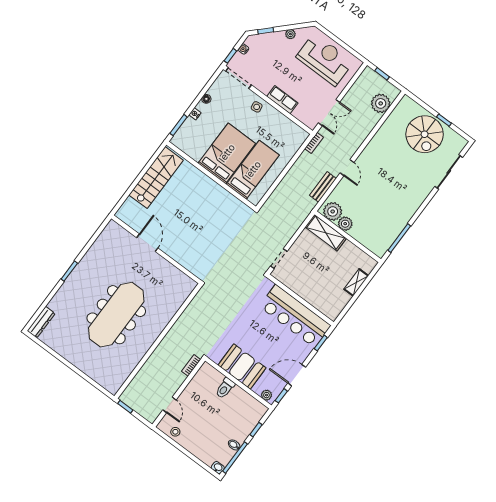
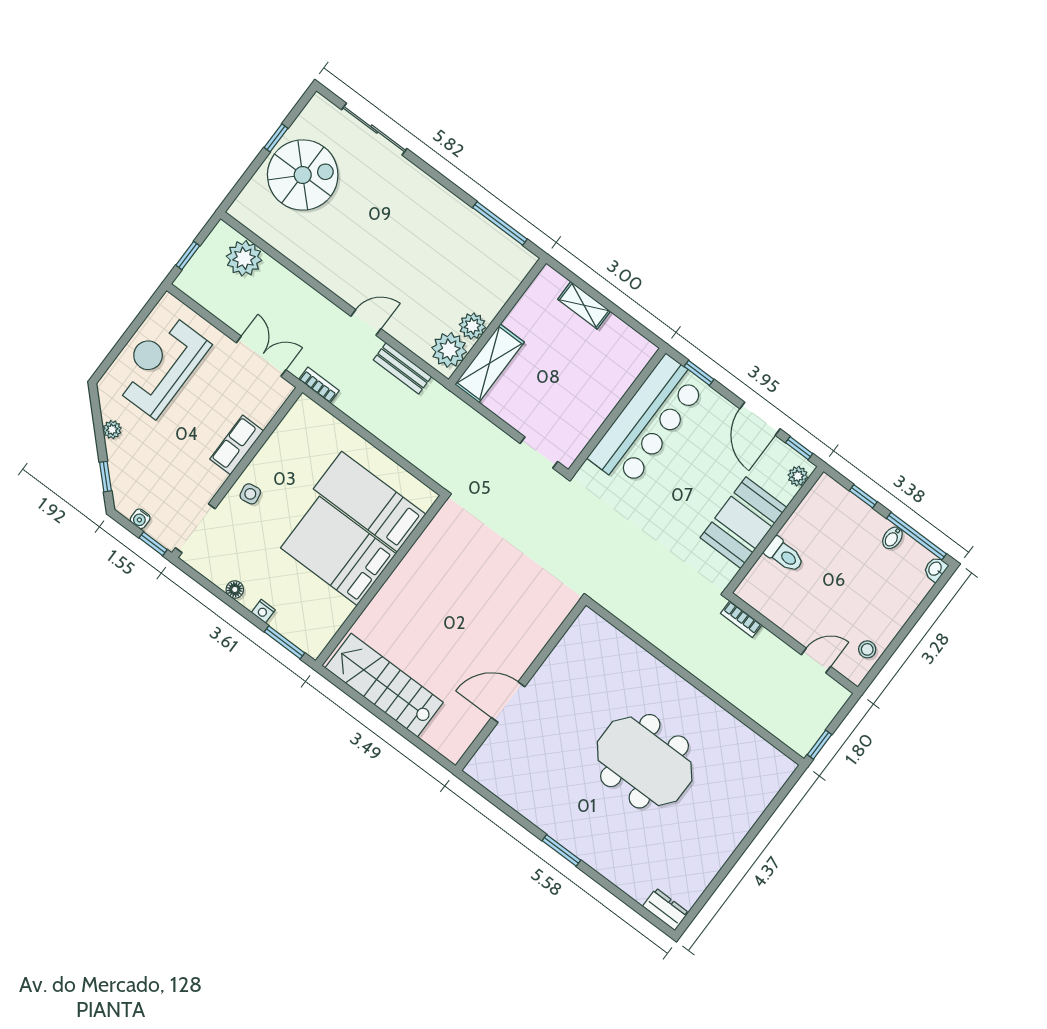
meeting table: (116, 315) -> (645, 761), width x0.73
dresser: (41, 322) -> (666, 909), width x0.70

